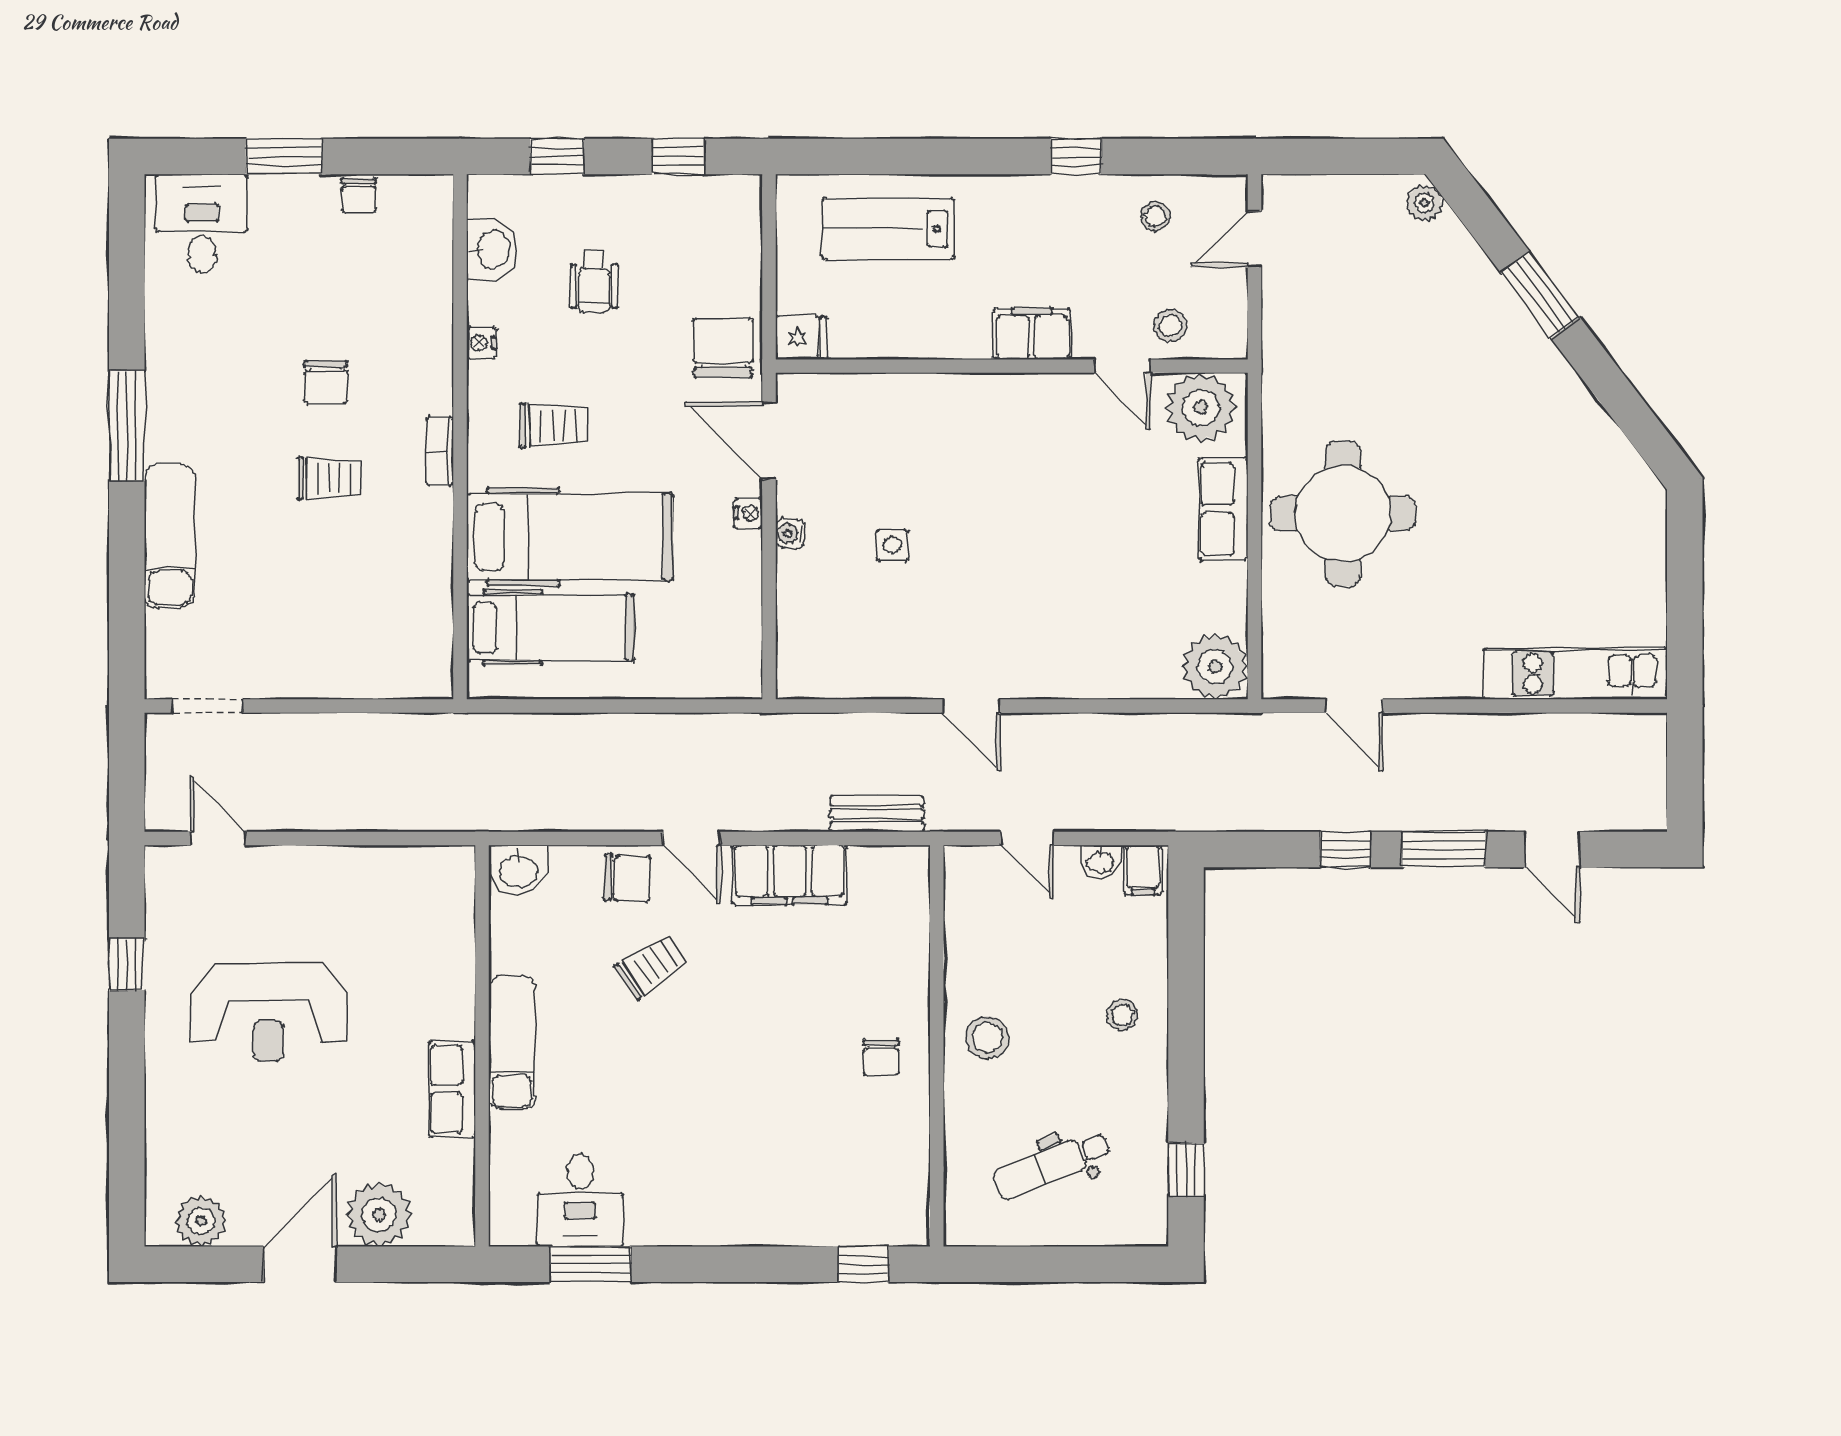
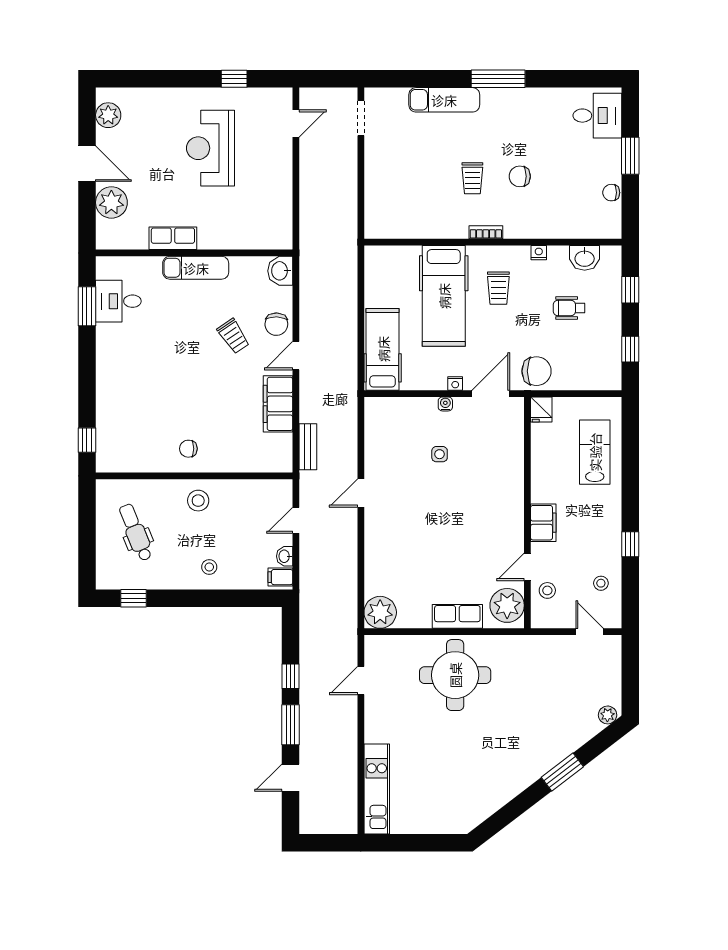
hospital bed: (550, 627) -> (383, 349), moved, turned 180

